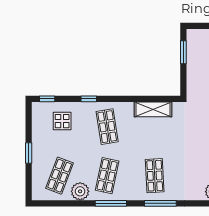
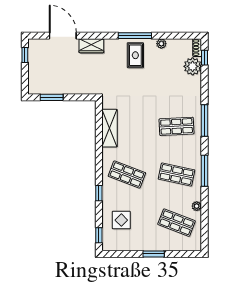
shop shelf: (107, 127) -> (127, 175), turned 30
plant: (80, 191) -> (197, 206), width x0.53, depth x0.53

